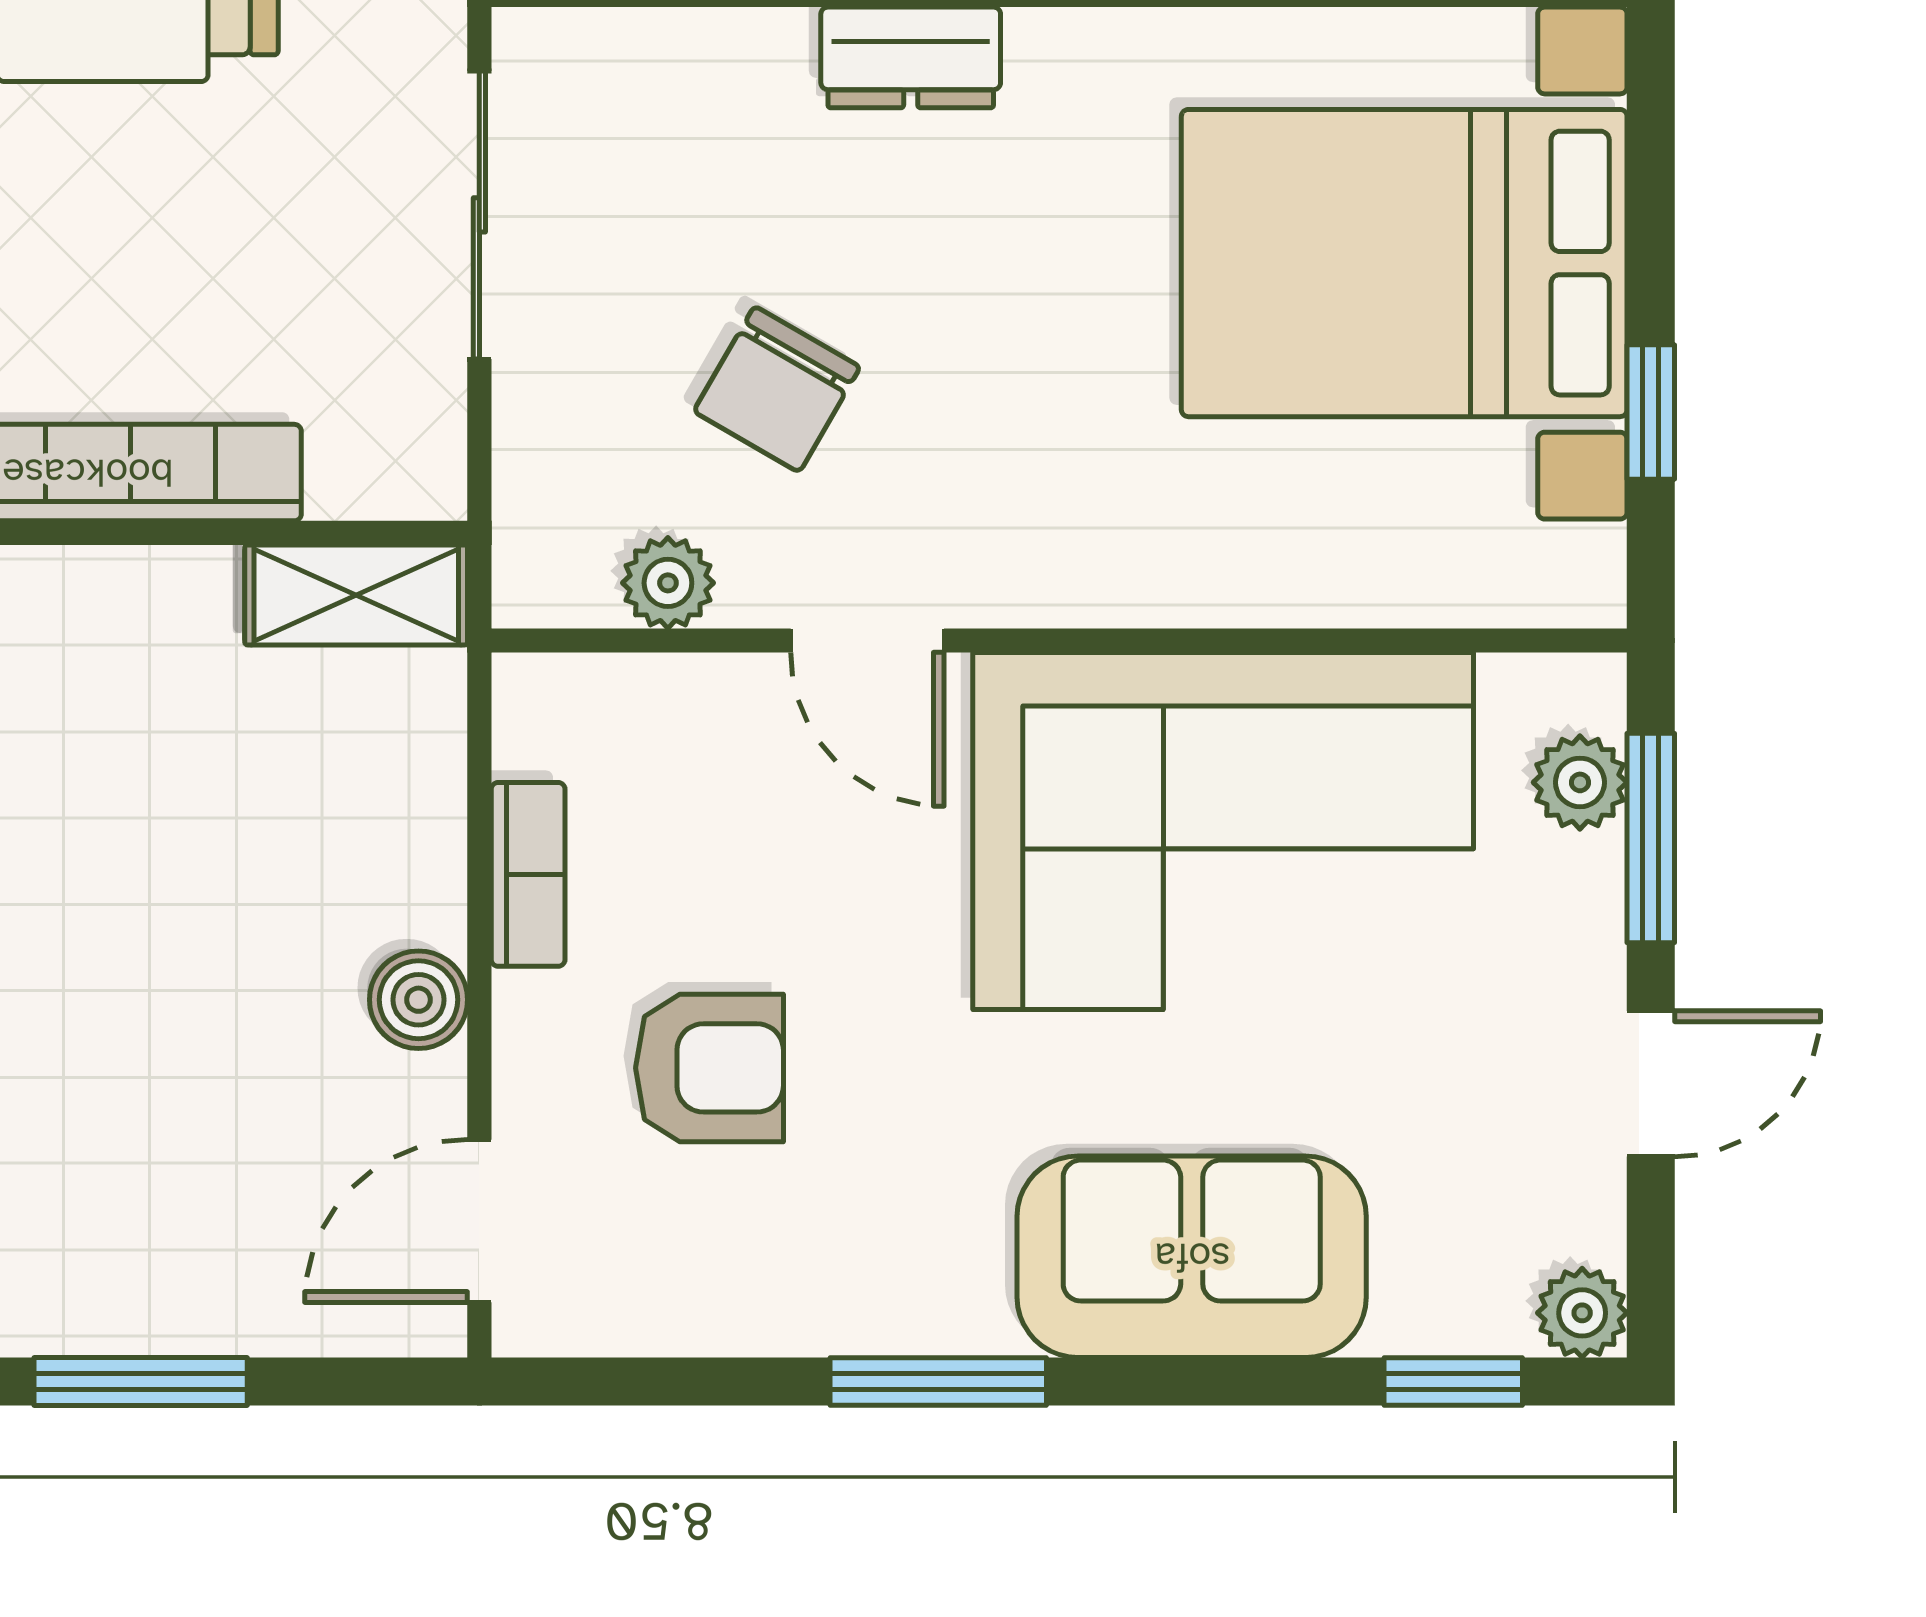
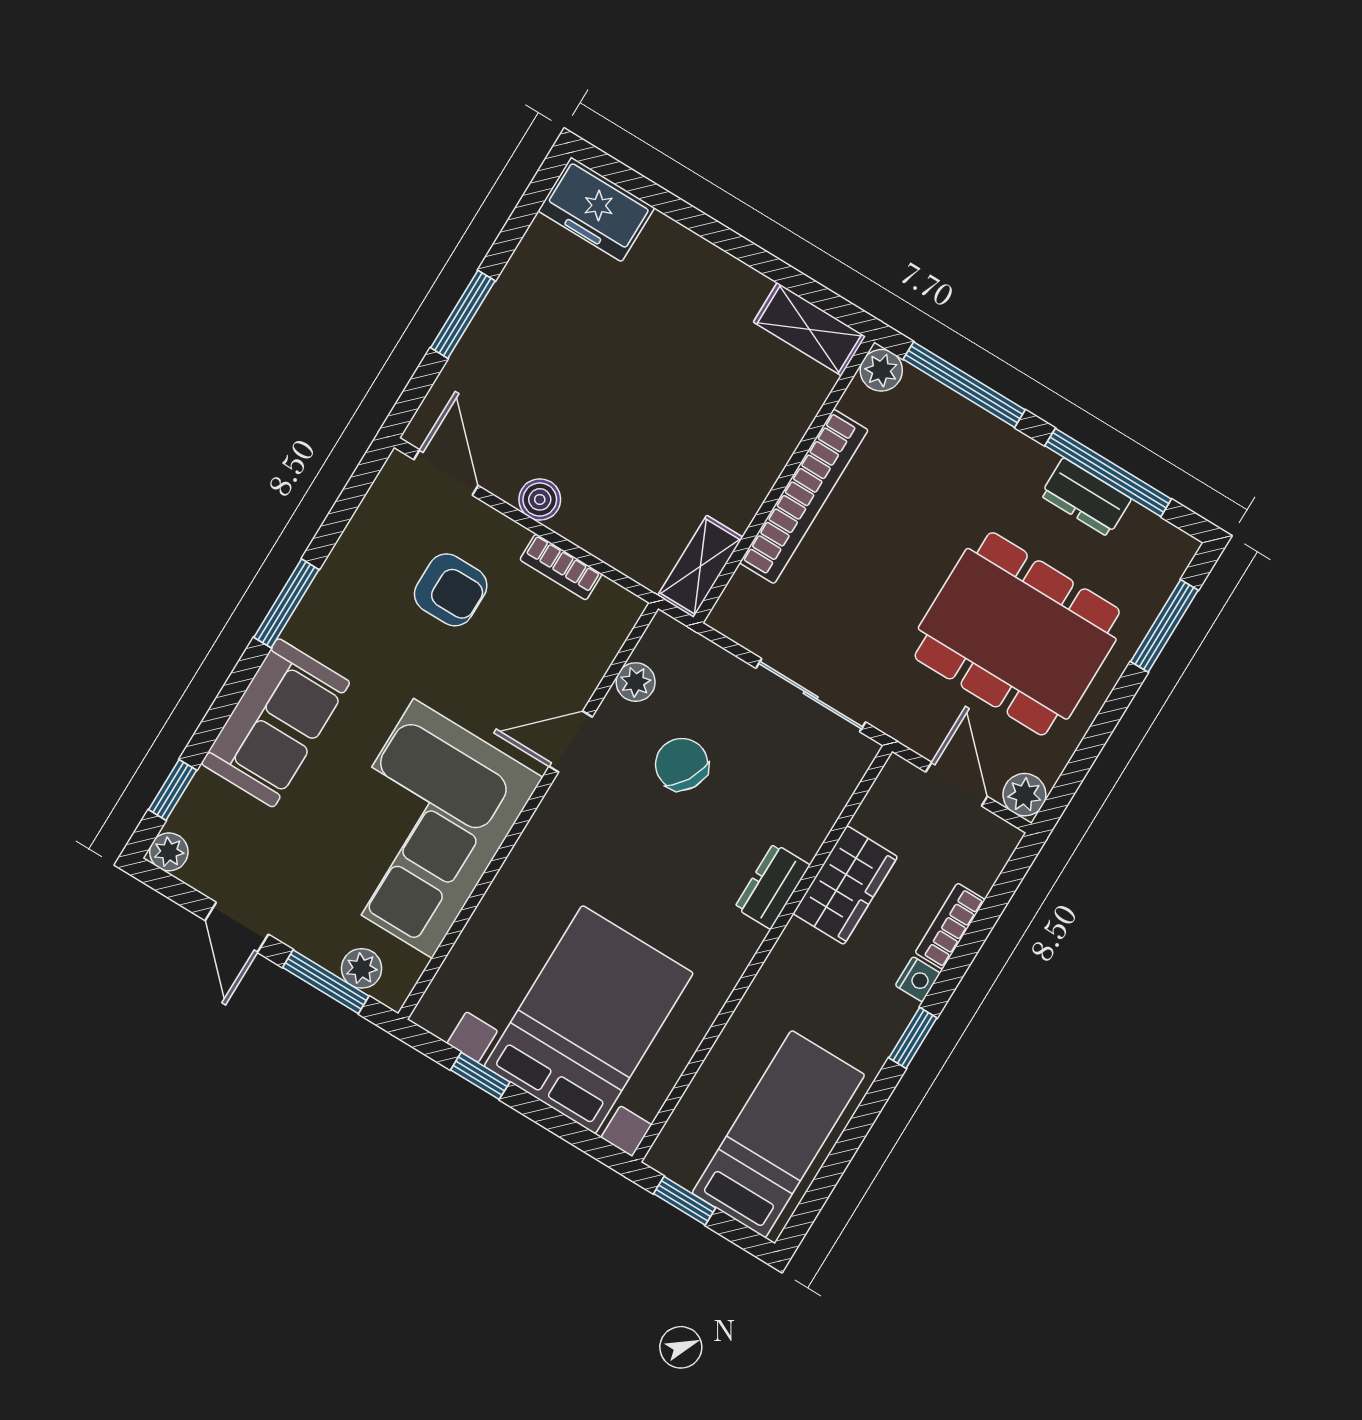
armchair: (709, 1068) -> (451, 590), turned -90

